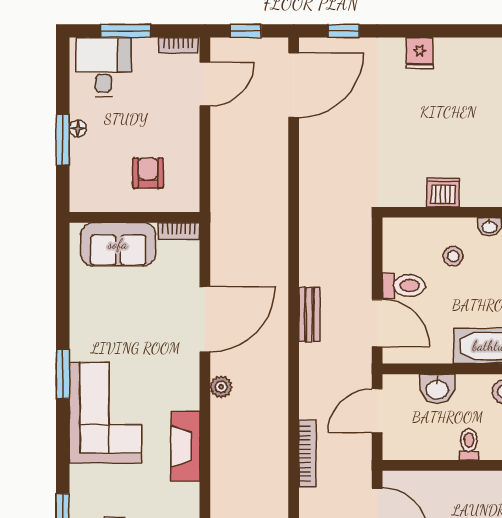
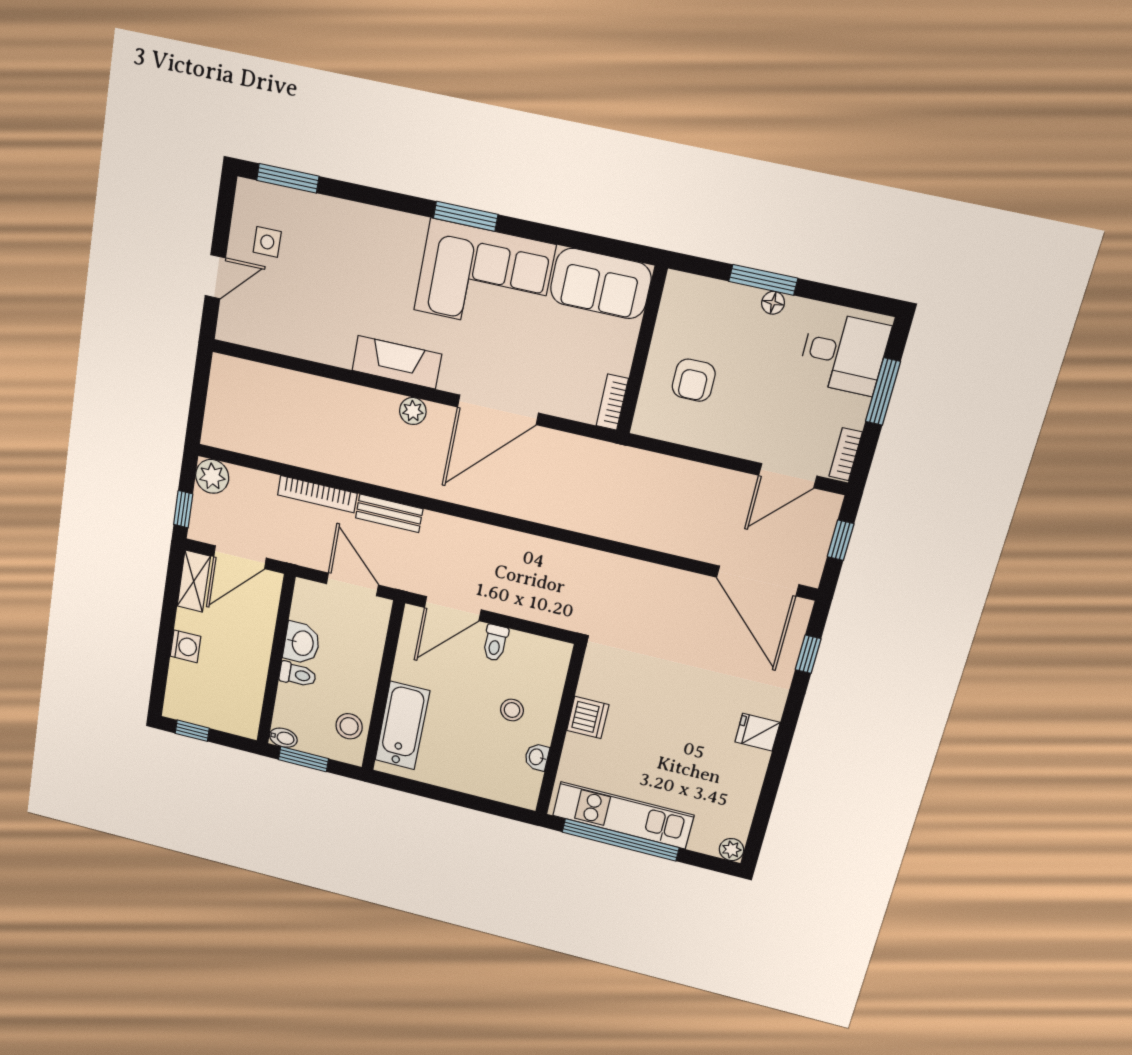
door: (205, 84) -> (788, 476), hinge flipped
armchair: (148, 173) -> (694, 380), turned 90
sofa: (118, 244) -> (601, 284), moved, turned -90
toilet: (404, 286) -> (495, 643), width x0.73, depth x0.72
bench: (309, 315) -> (389, 513), moved
door: (205, 319) -> (498, 410), hinge flipped
washbasin: (437, 389) -> (302, 643), moved, turned 180
corner sofa: (105, 413) -> (484, 278), moved
fireplace: (185, 446) -> (397, 362), moved

